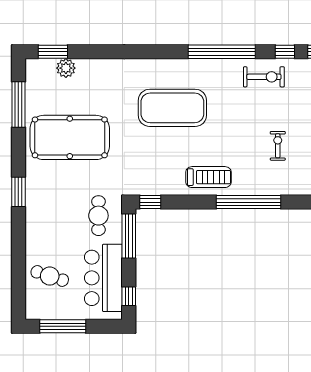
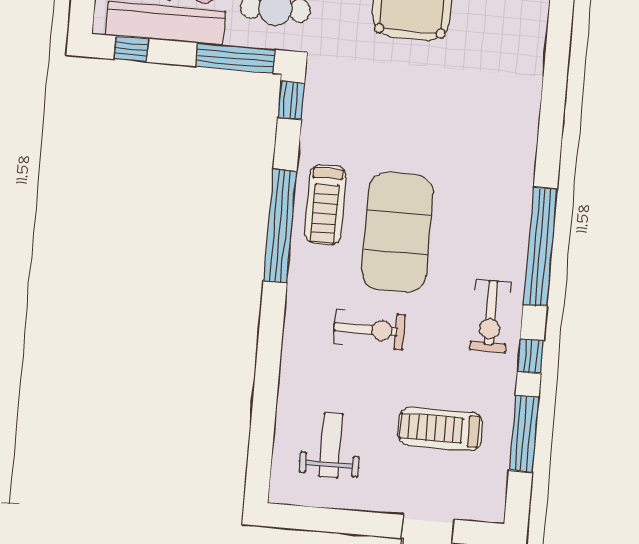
exercise mat: (172, 108) -> (397, 232), moved
exercise bike: (278, 146) -> (369, 330), width x1.38, depth x1.39
window: (248, 202) -> (280, 226), moved

